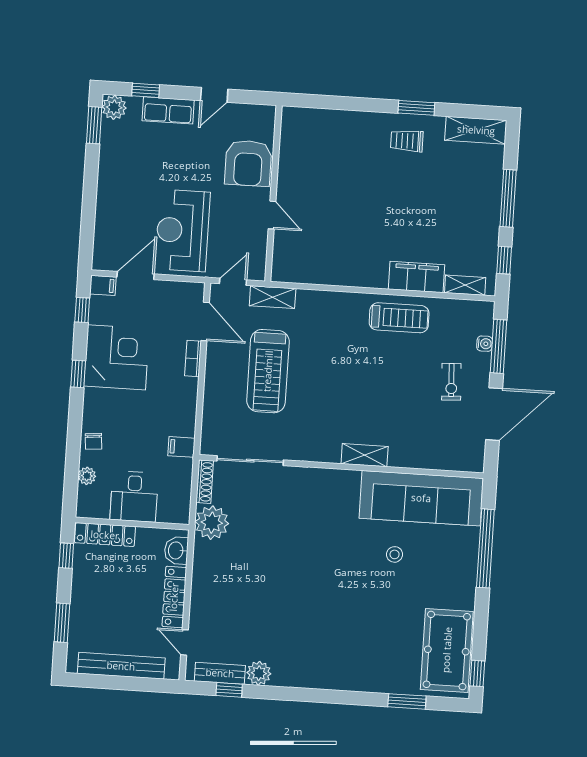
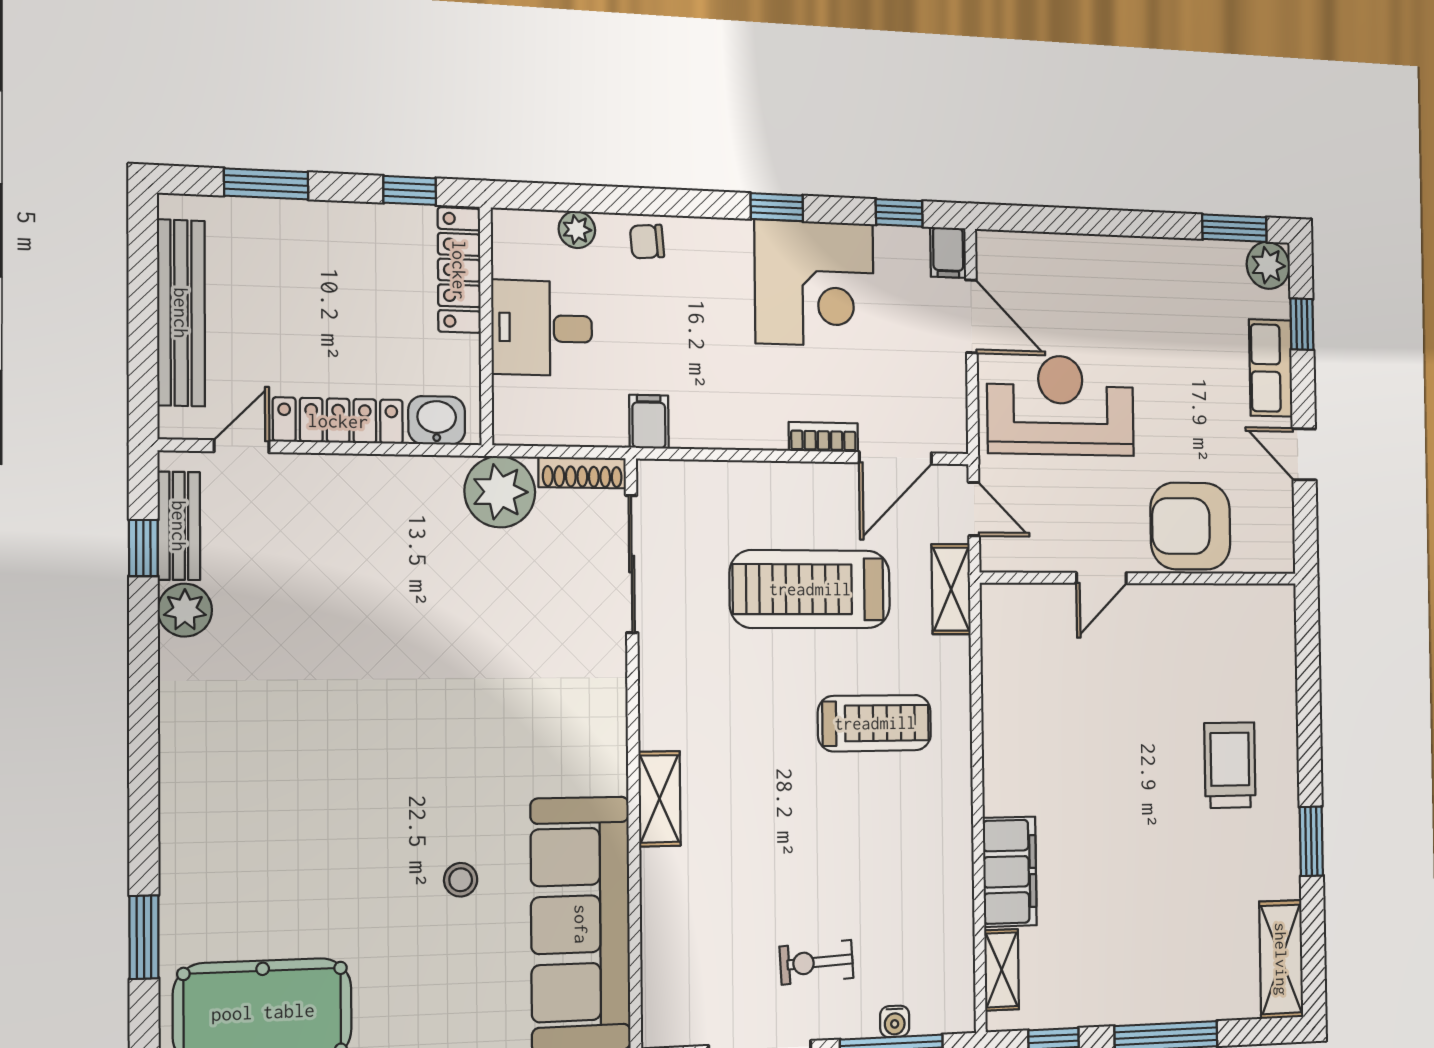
trolley: (407, 141) -> (1230, 765), moved, width x1.36, depth x1.39
treadmill: (399, 318) -> (875, 723), moved, turned -90

